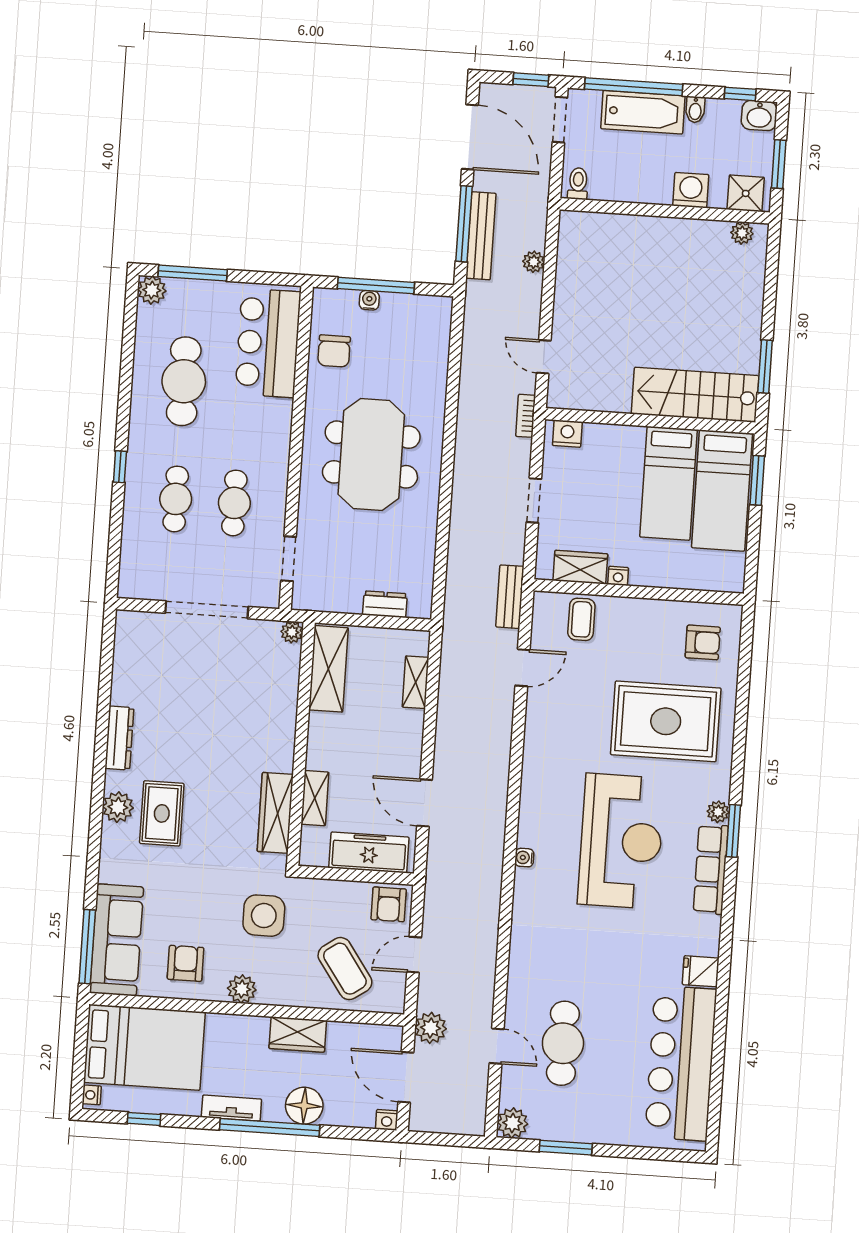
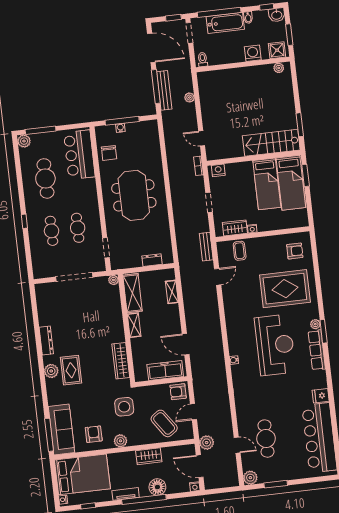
shelving: (315, 798) -> (134, 325), moved
armchair: (389, 904) -> (178, 392), turned 90

